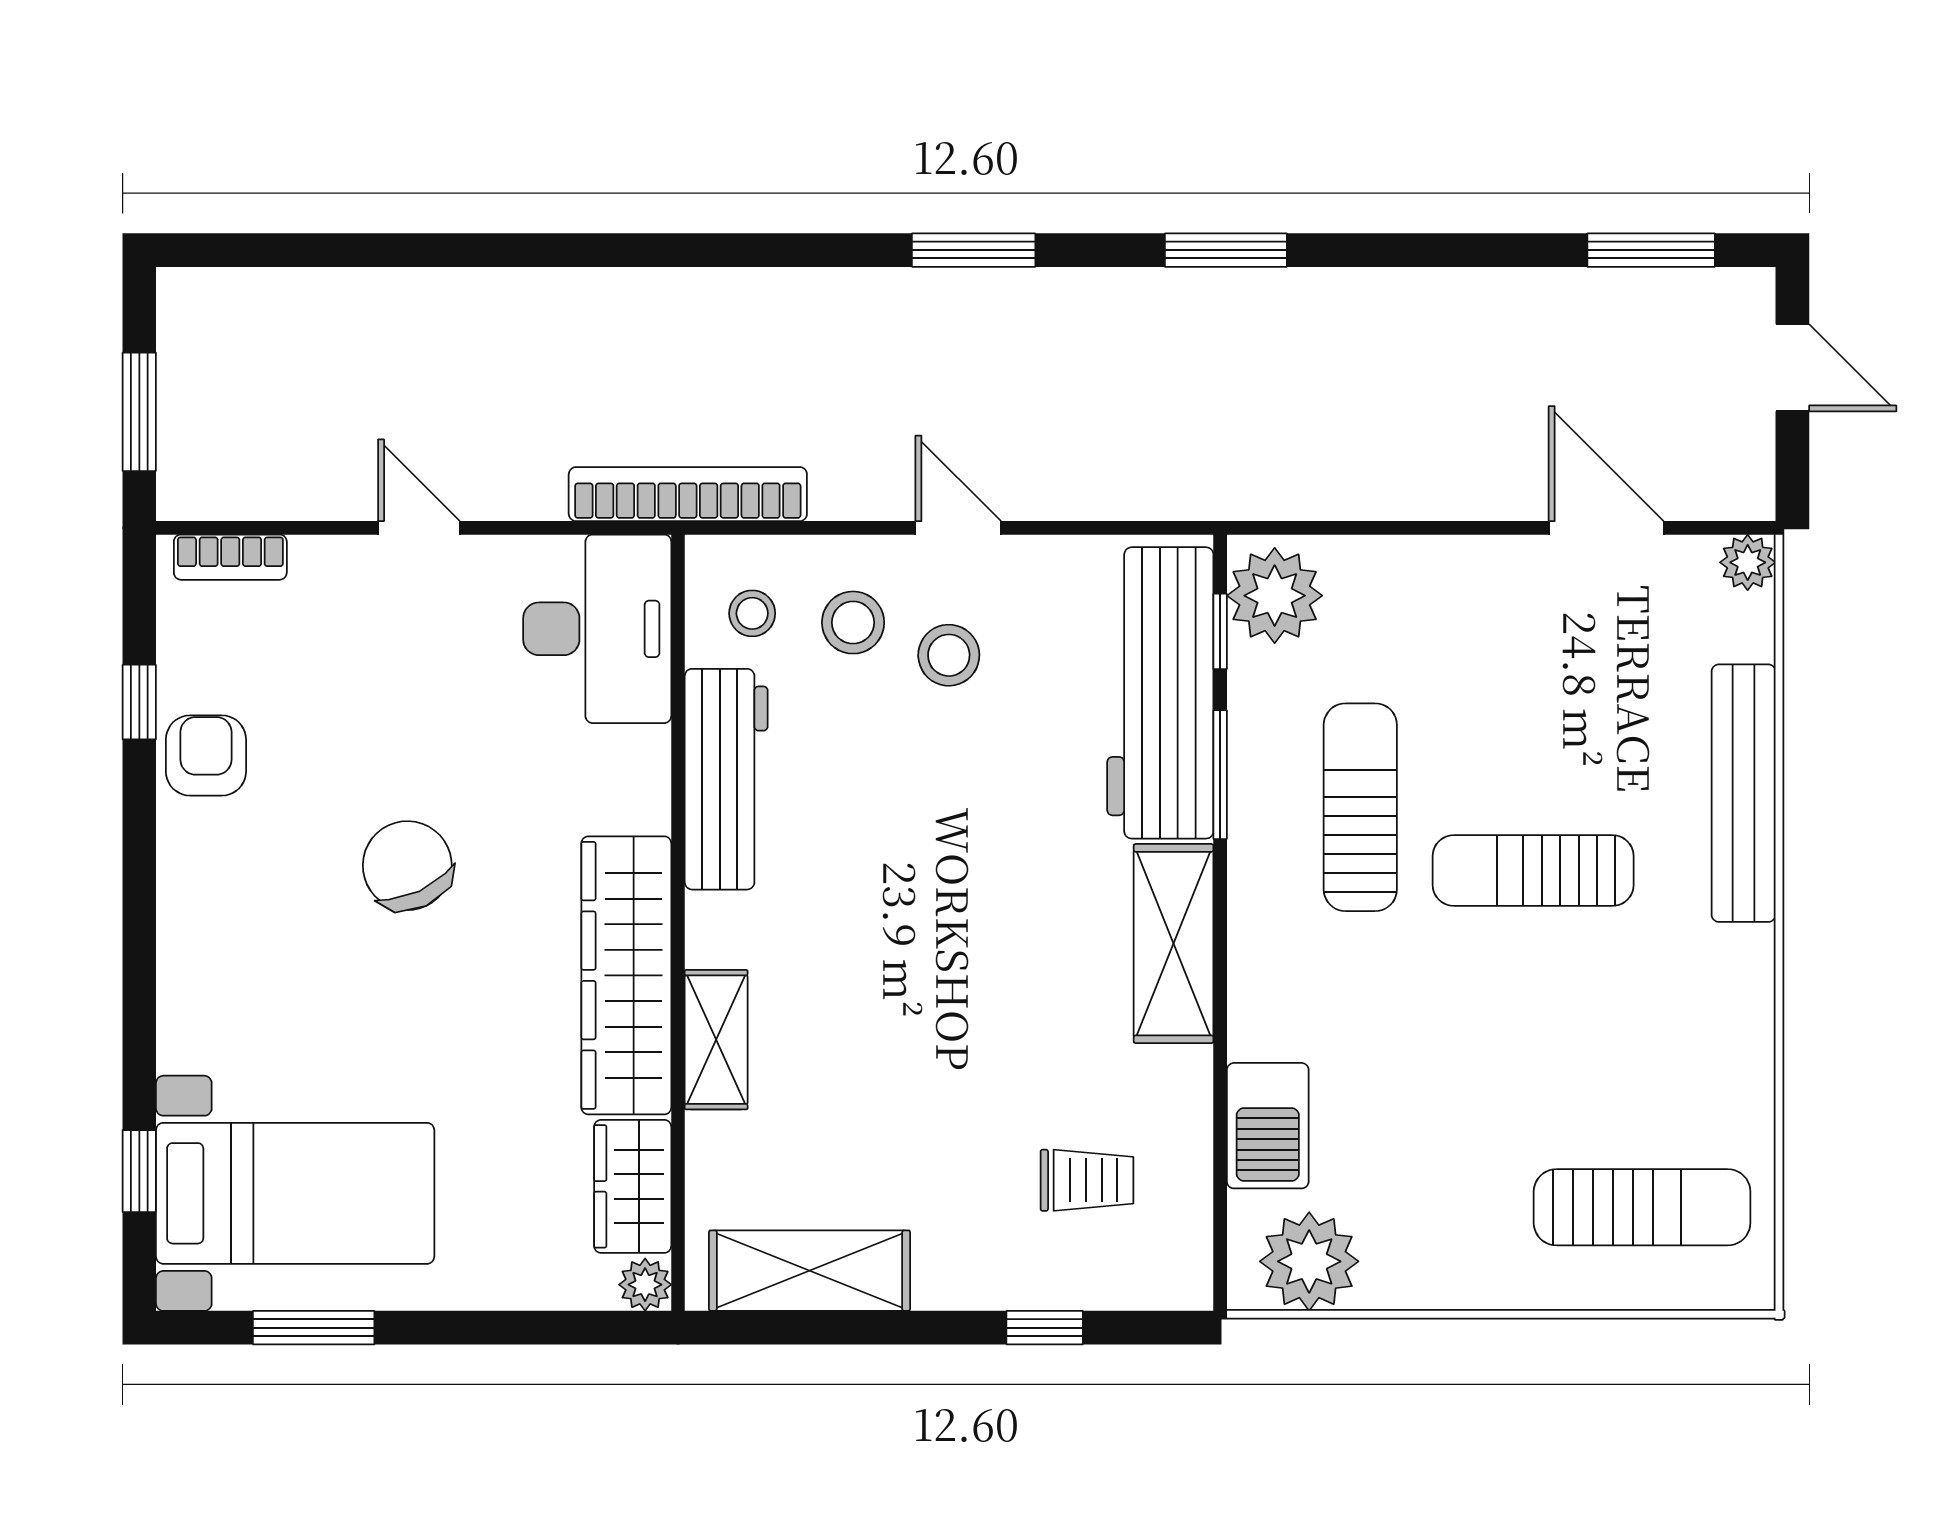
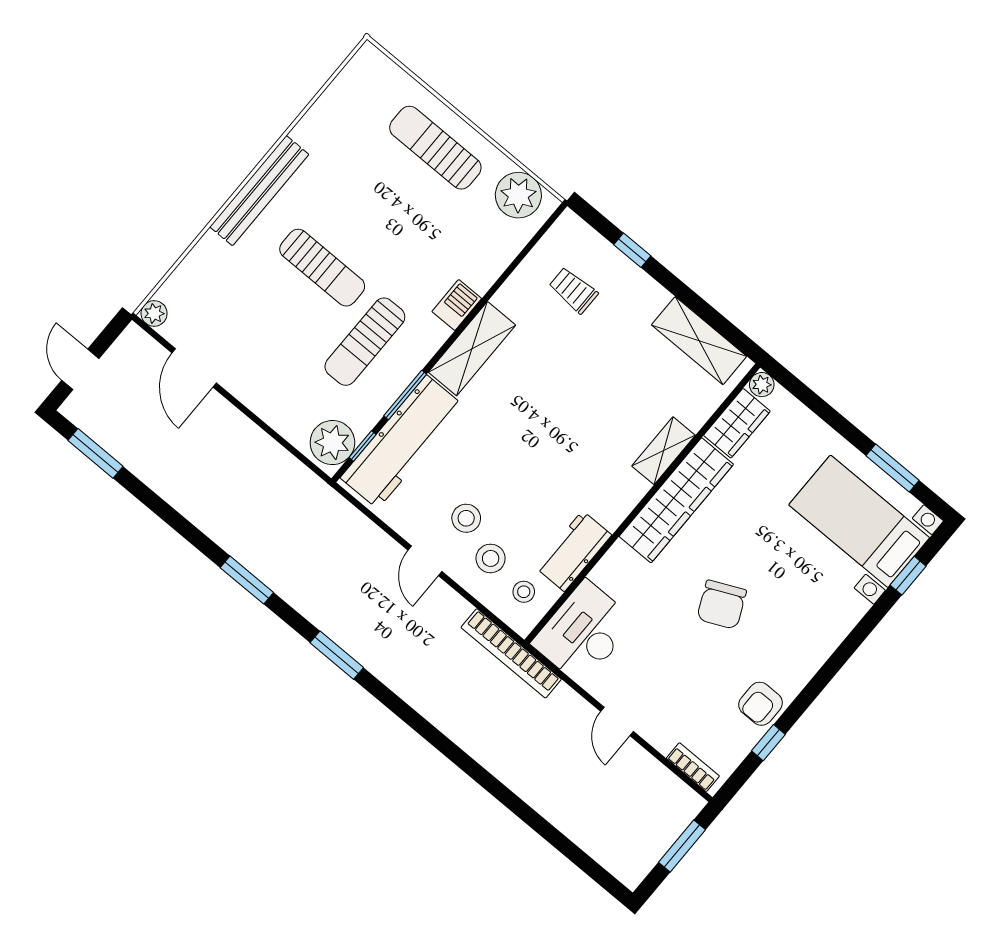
workbench: (726, 779) -> (573, 551), width x0.73
bench: (1744, 793) -> (259, 191), moved
barbecue: (1268, 1126) -> (457, 305), moved, width x0.73, depth x0.79
sun lounger: (1642, 1207) -> (435, 148), moved

